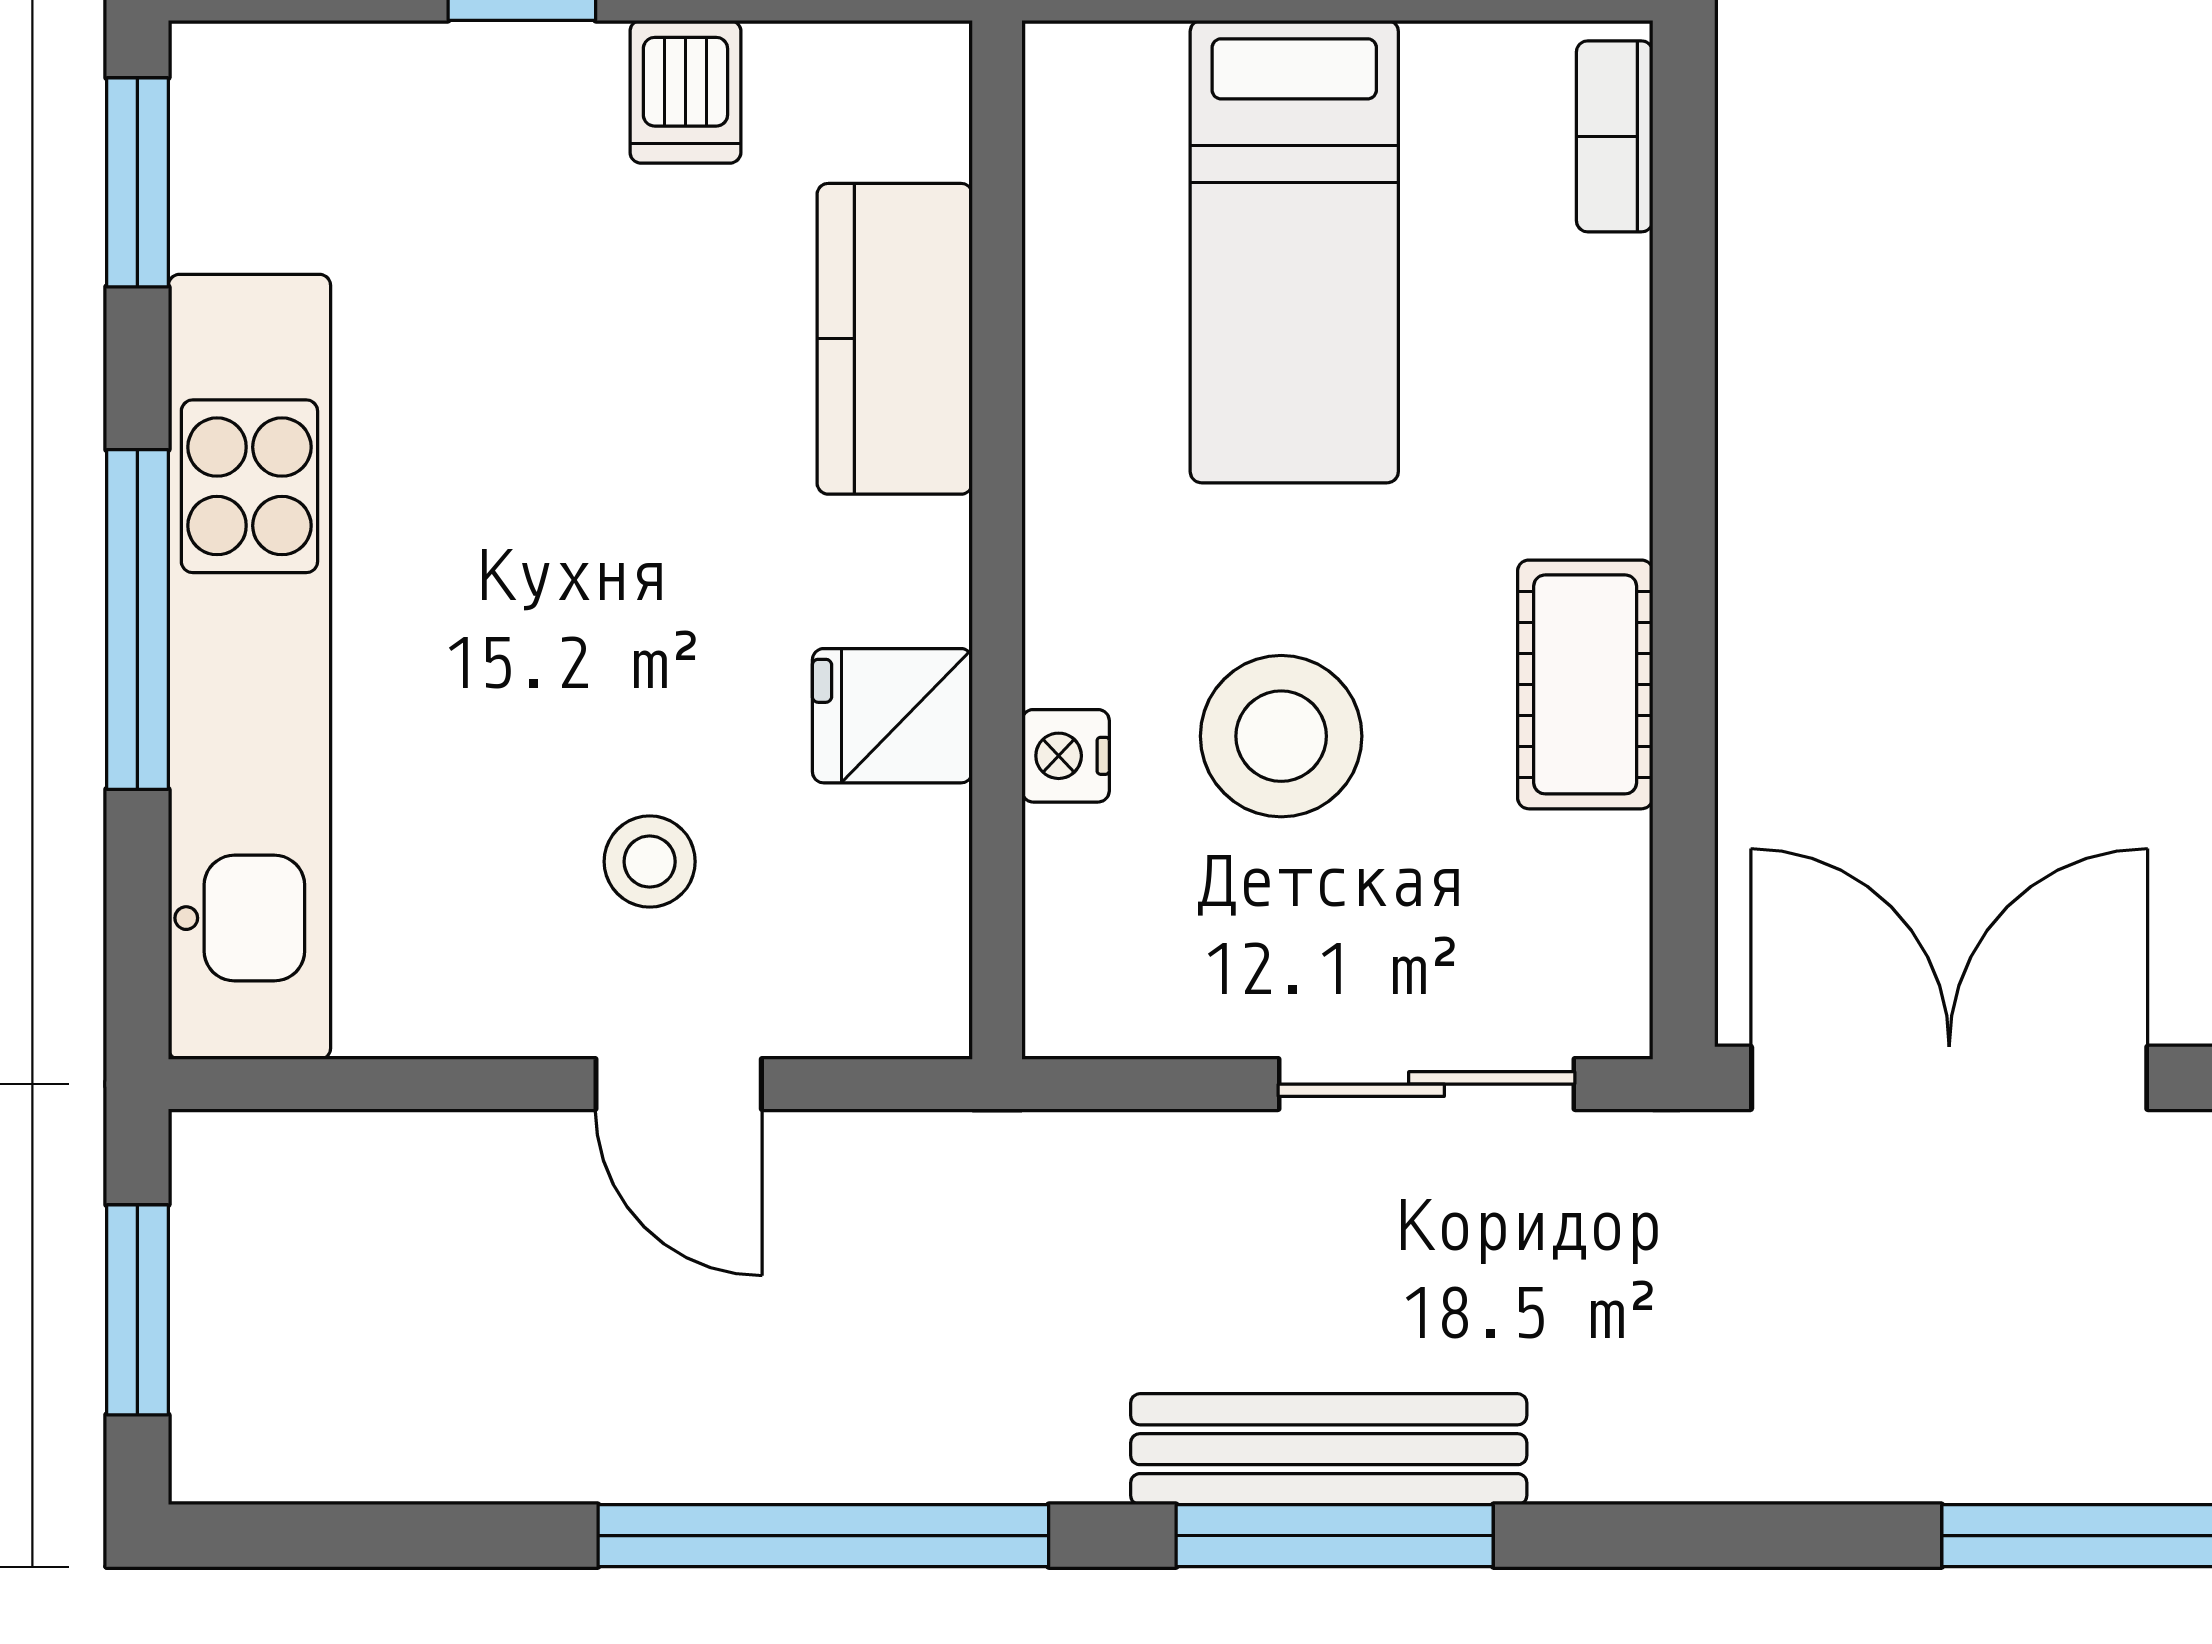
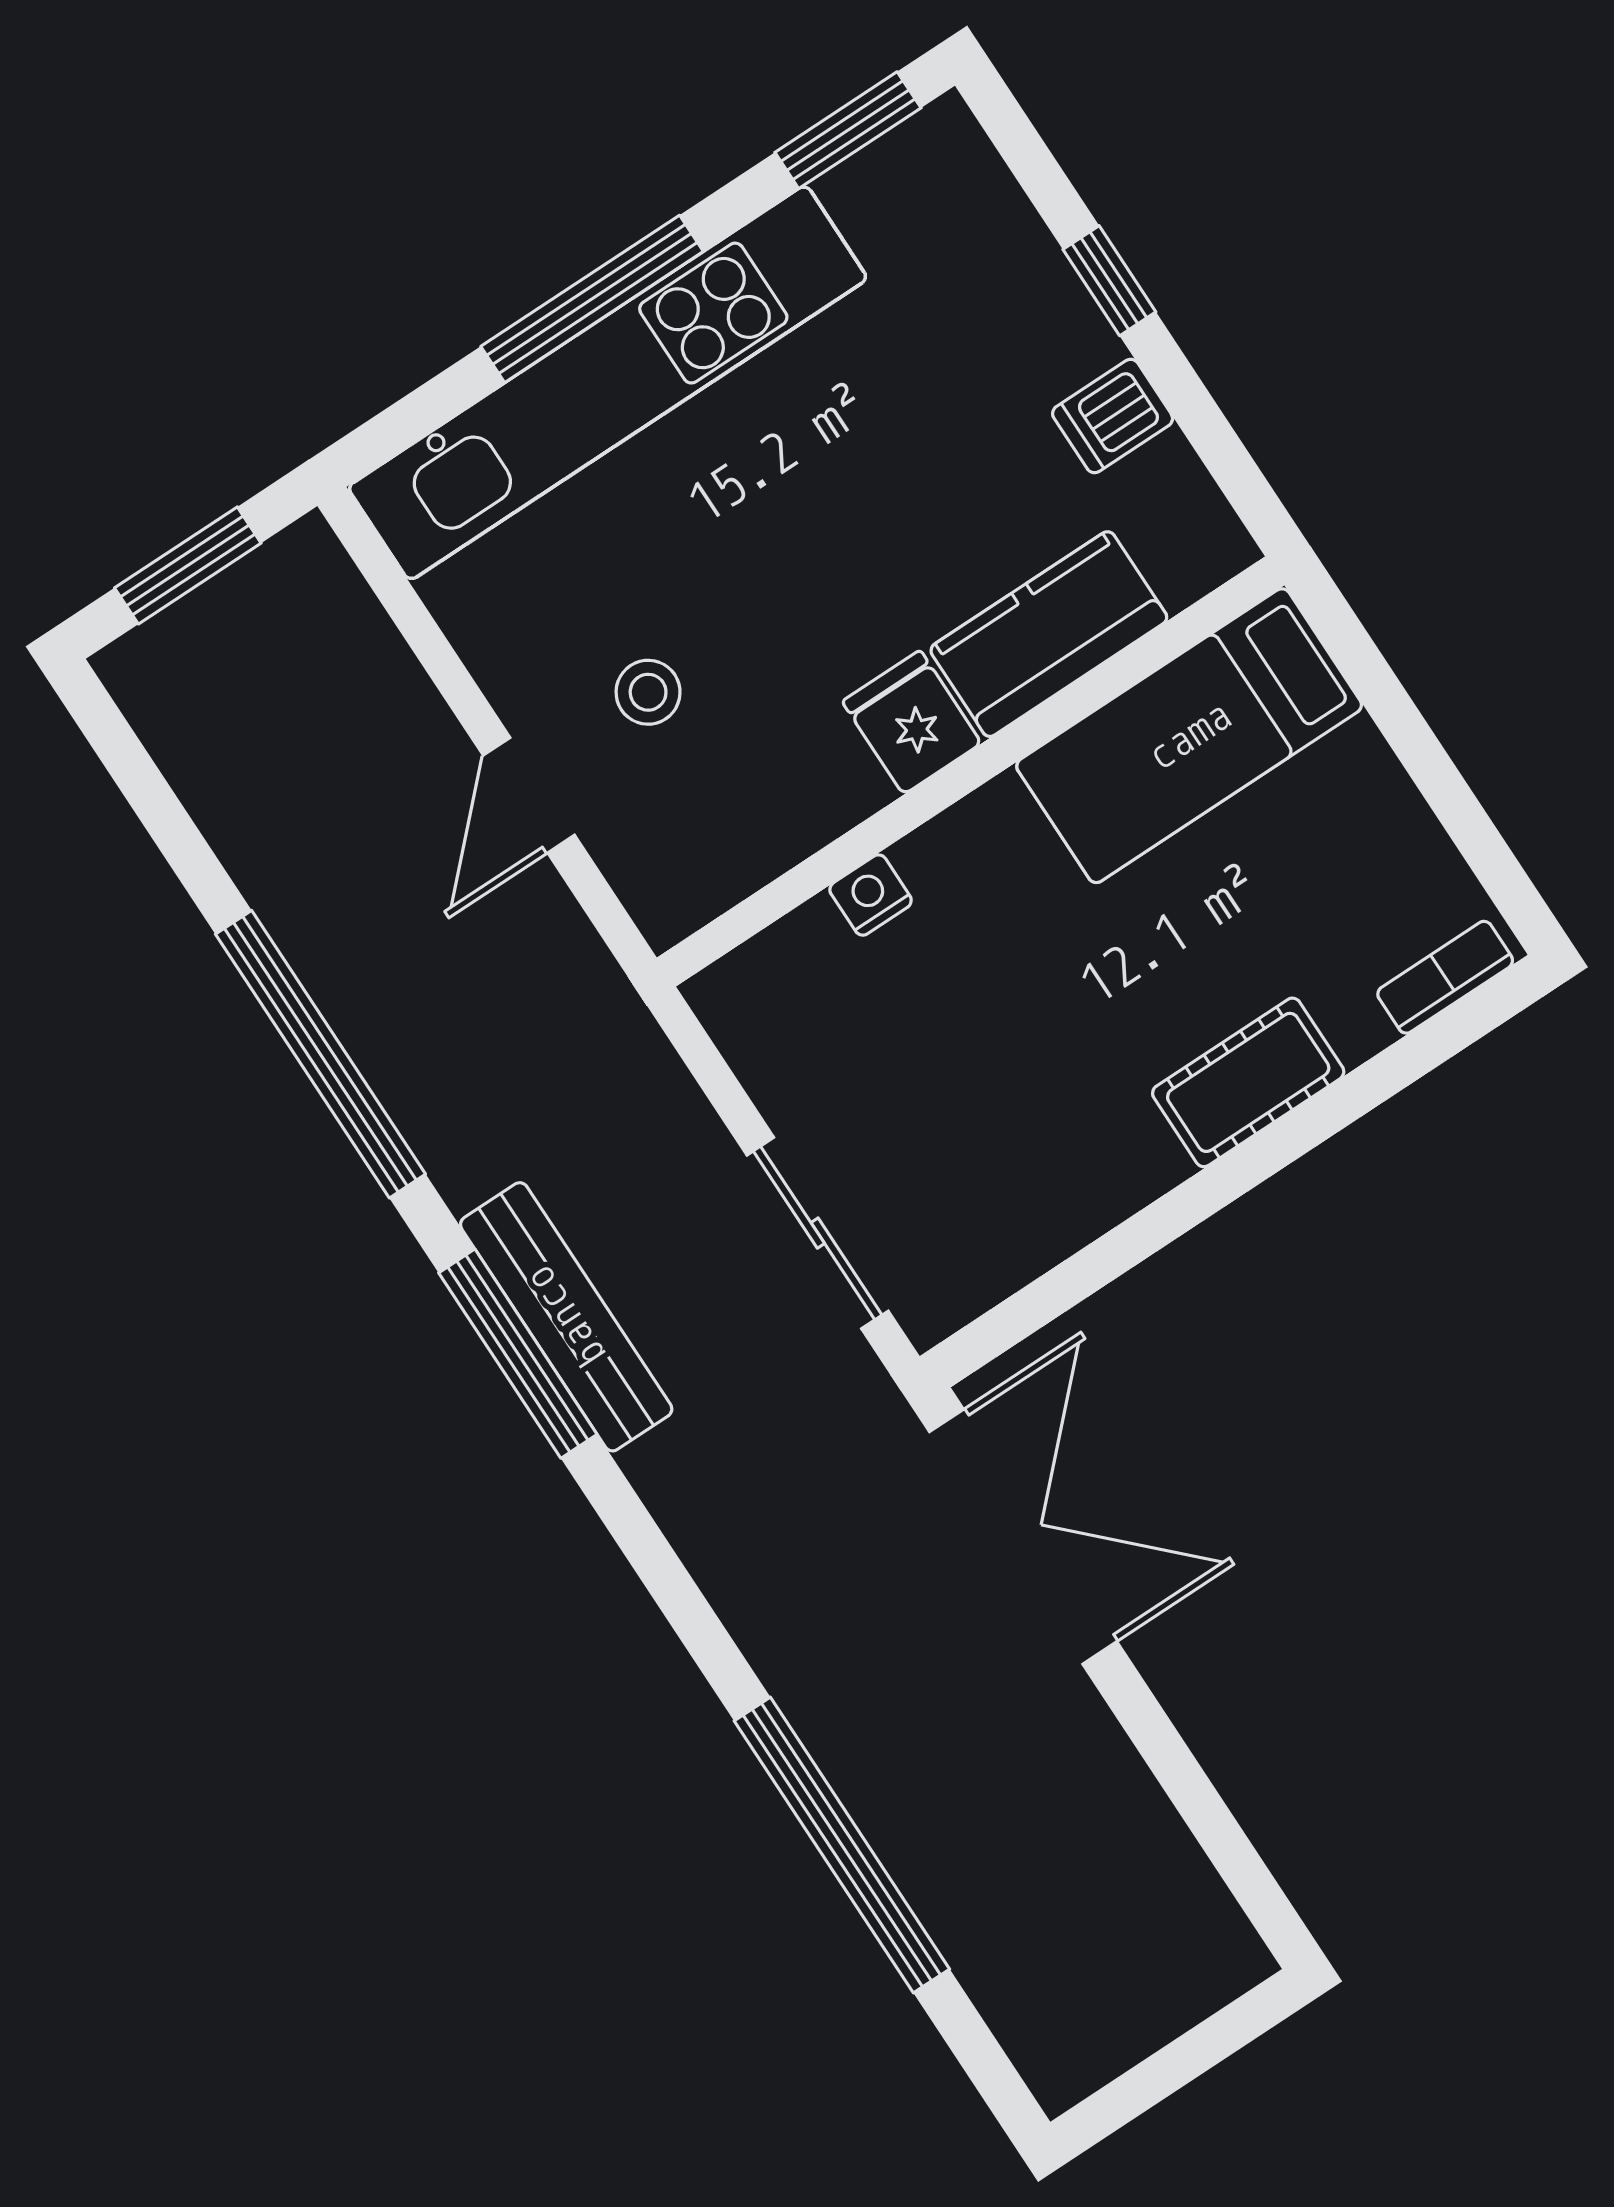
bed: (1294, 252) -> (1189, 736), moved
cot: (1585, 684) -> (1248, 1082), moved
fridge: (892, 716) -> (912, 722), moved
stool: (1281, 736) -> (965, 1014), removed

